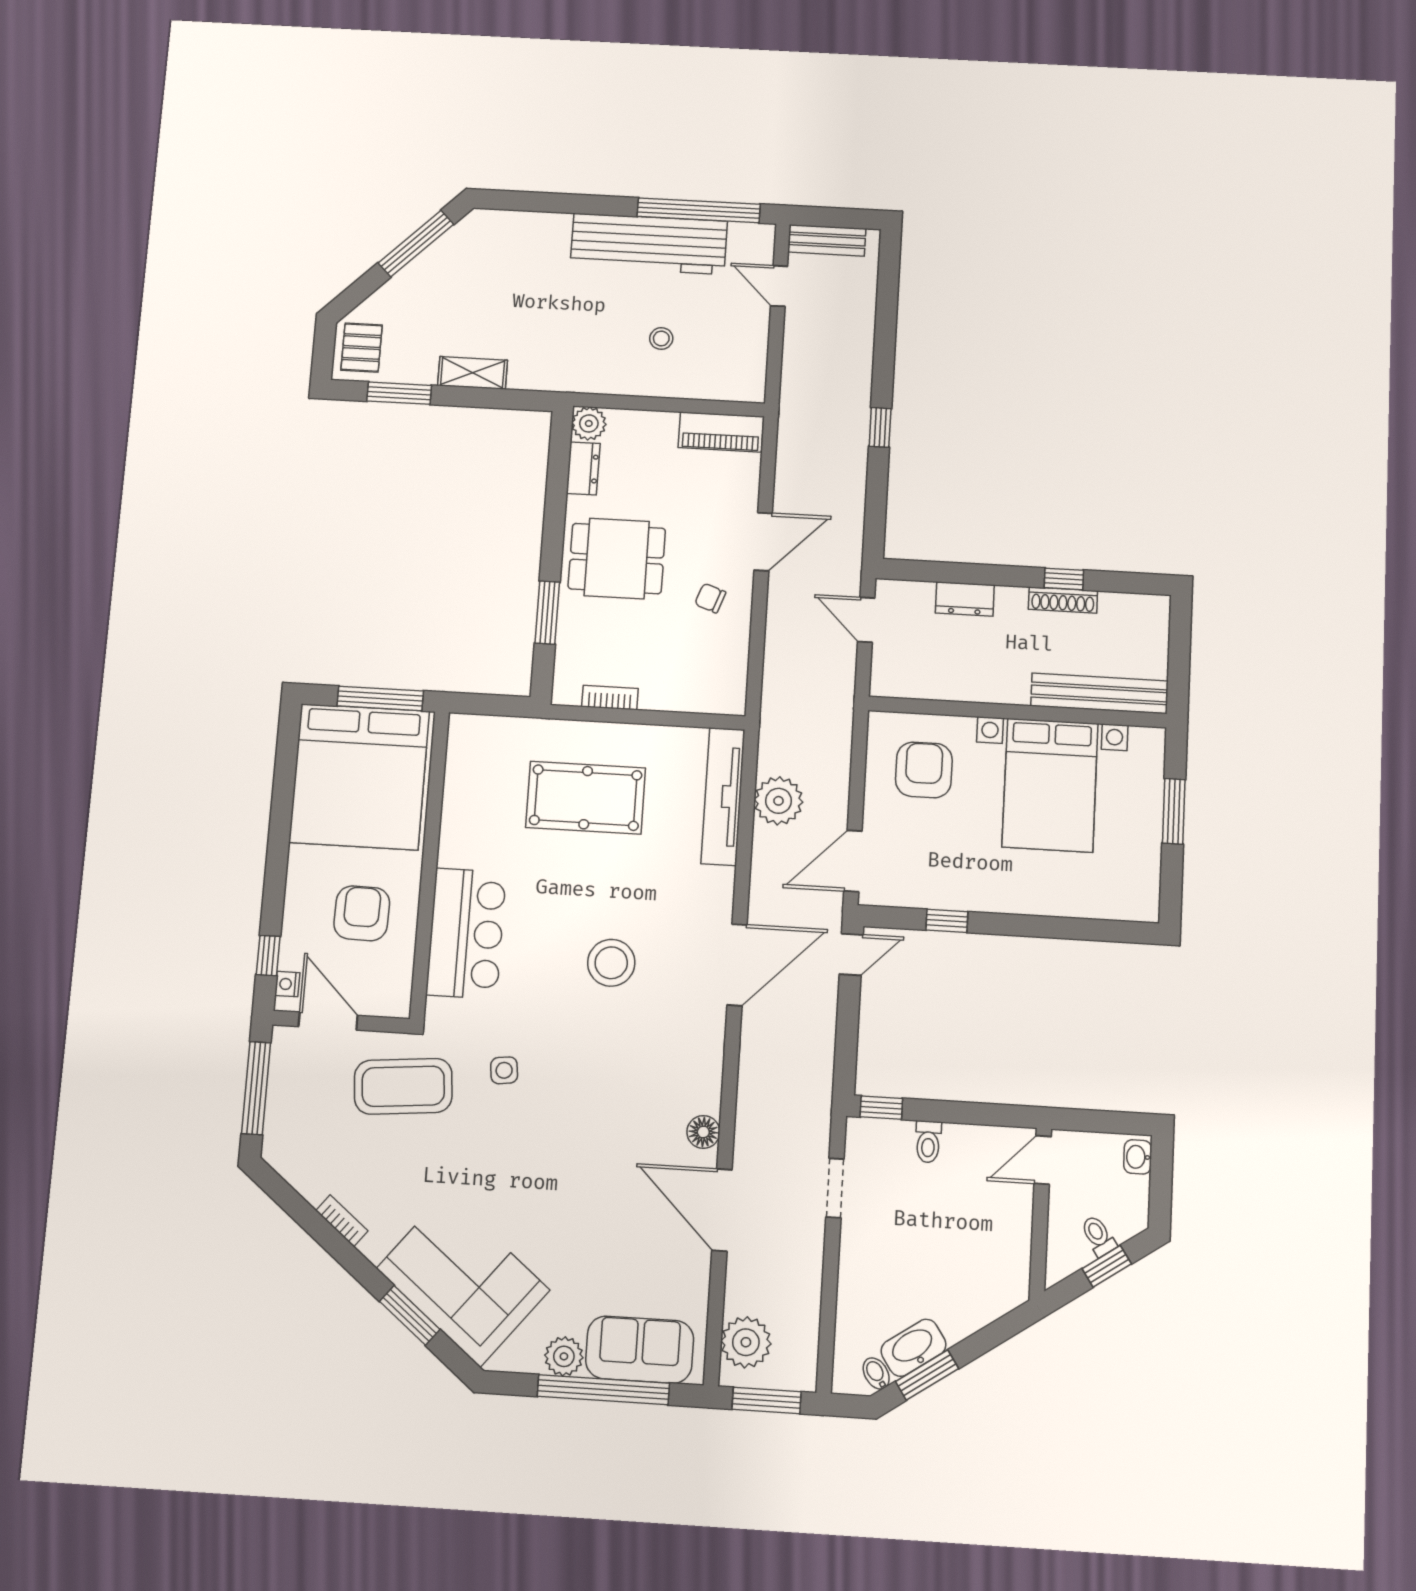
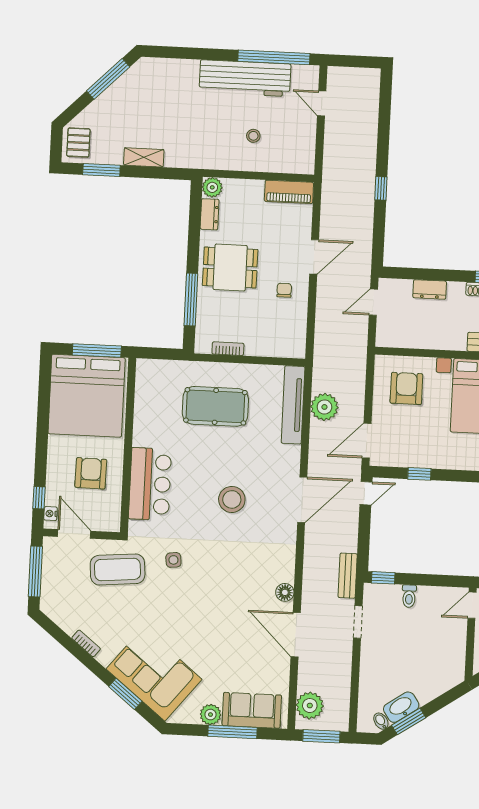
bench: (827, 240) -> (348, 576), moved, turned 90
chair: (710, 598) -> (284, 290), turned 70
window: (547, 613) -> (191, 300), width x1.44
door: (866, 620) -> (373, 302), hinge flipped
window: (603, 1390) -> (232, 732), width x0.68

